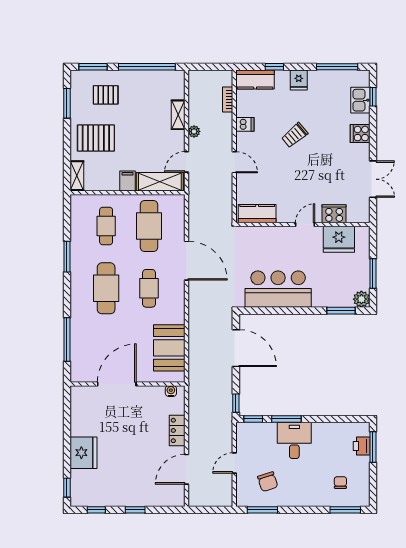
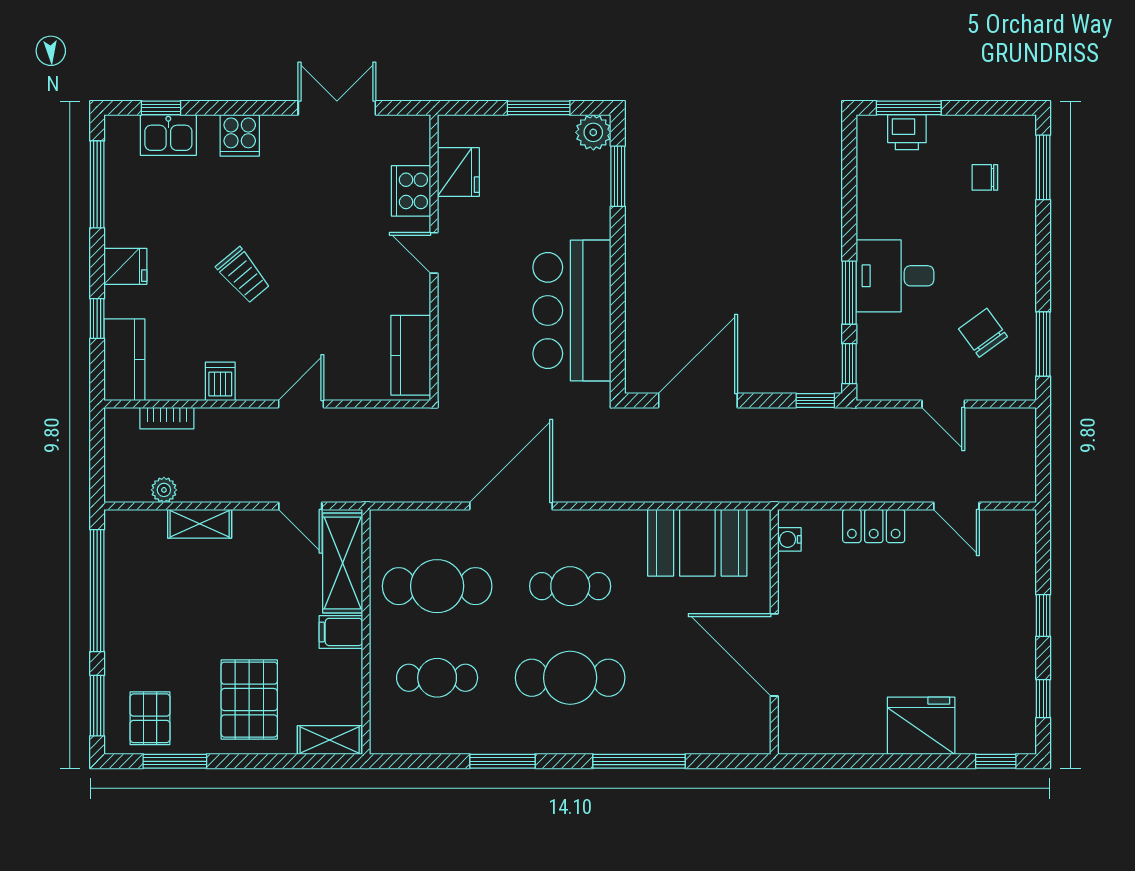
pallet: (106, 95) -> (150, 718), moved
plant: (194, 131) -> (164, 490), moved
fridge: (339, 239) -> (458, 172), width x0.73, depth x0.75
window: (67, 340) -> (639, 761), moved
door: (187, 469) -> (956, 506), width x0.73
chair: (268, 482) -> (983, 333), turned -108

